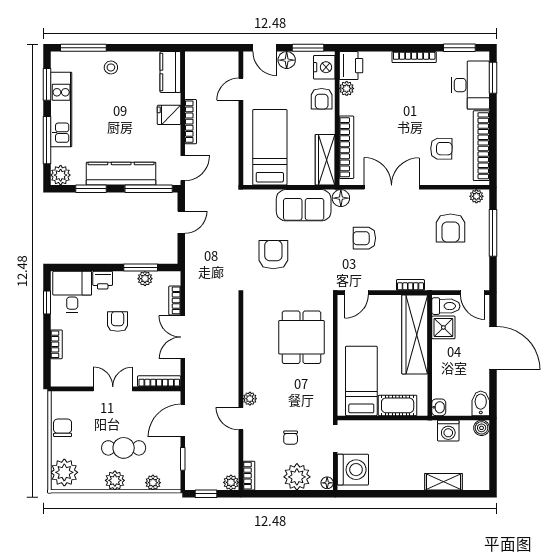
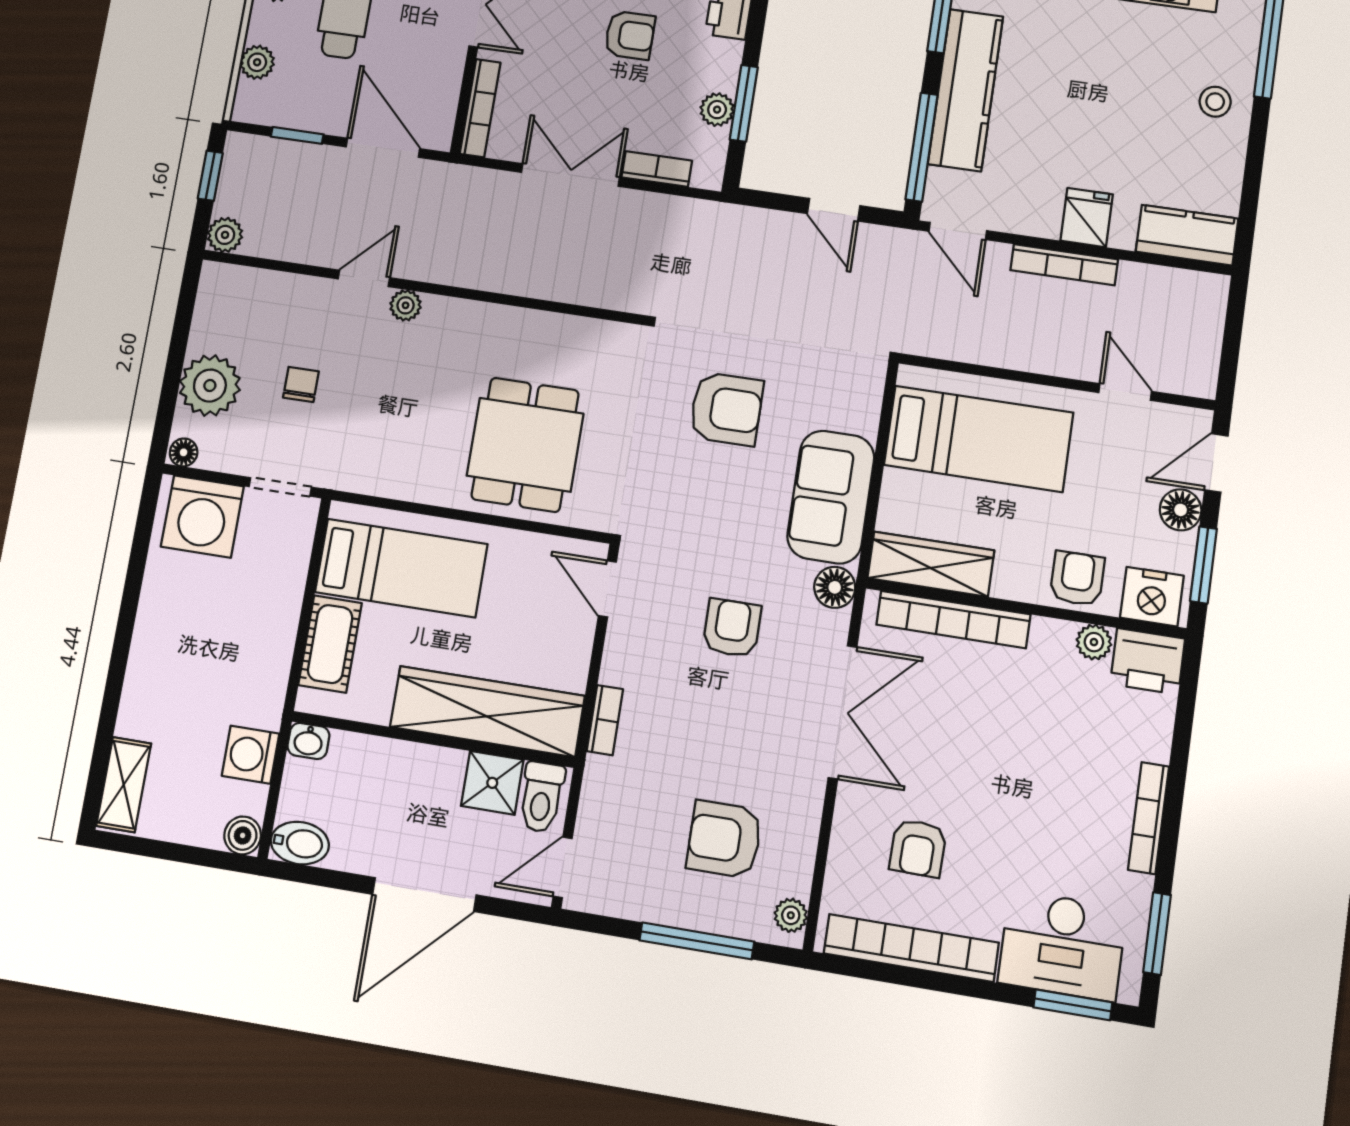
armchair: (322, 99) -> (1077, 579), turned 90
dining table: (301, 337) -> (525, 445), turned 90
chair: (291, 438) -> (301, 384), turned 90
bookcase: (249, 476) -> (233, 277), removed
shelving: (443, 482) -> (124, 785), moved

